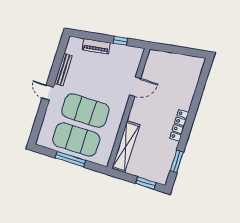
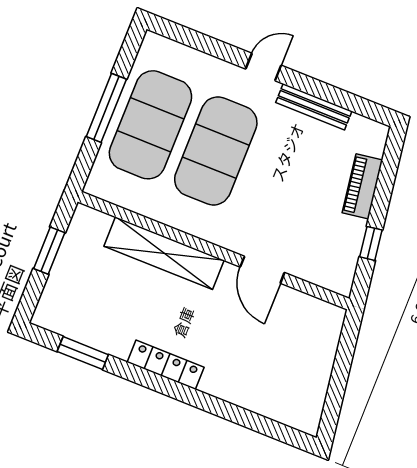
shelving: (126, 147) -> (164, 253), moved
window: (146, 183) -> (49, 251), moved

